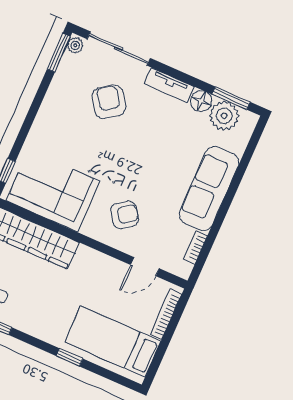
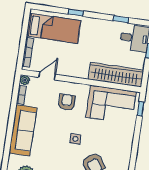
side table: (127, 151) -> (75, 139), added
armchair: (125, 215) -> (67, 102), turned 125
plant: (183, 270) -> (25, 80), added

